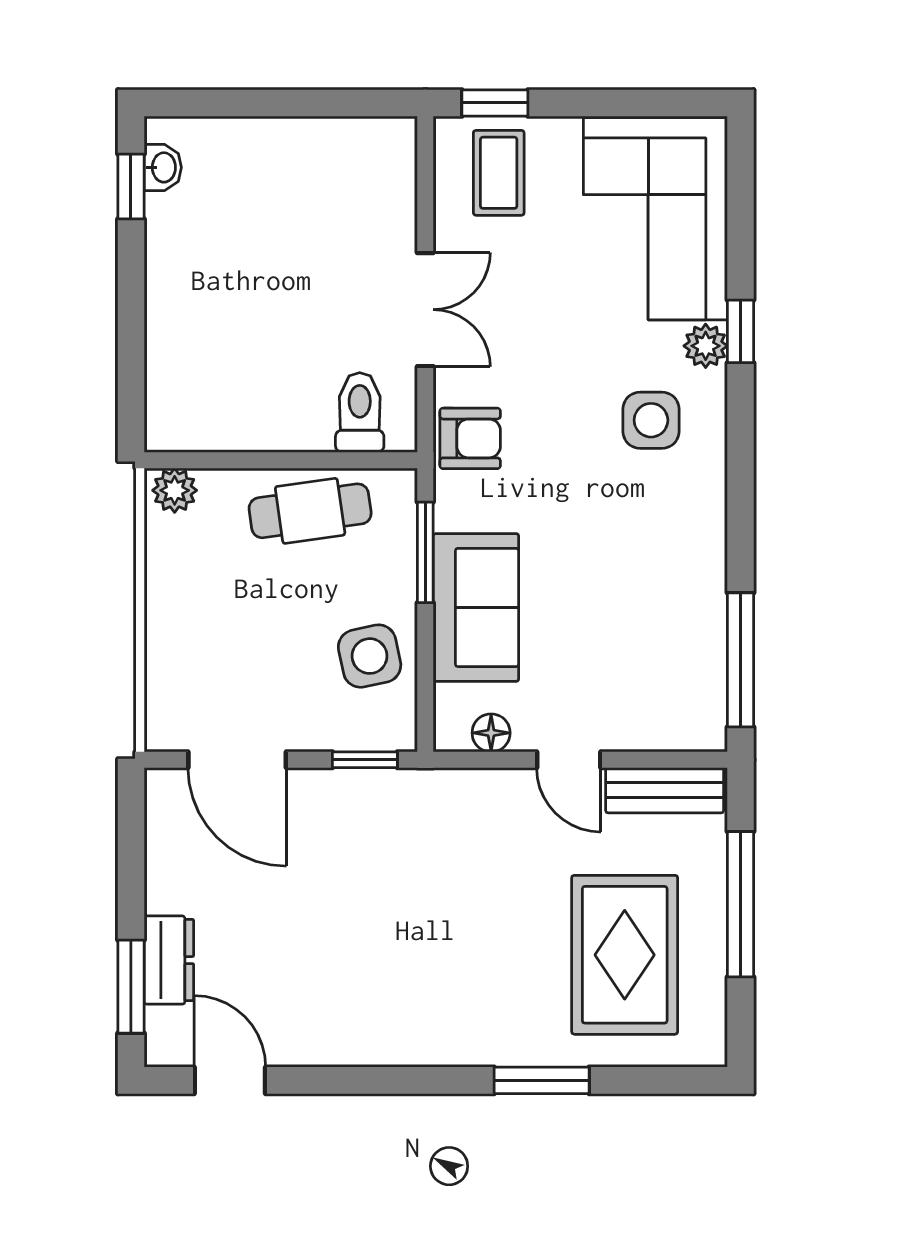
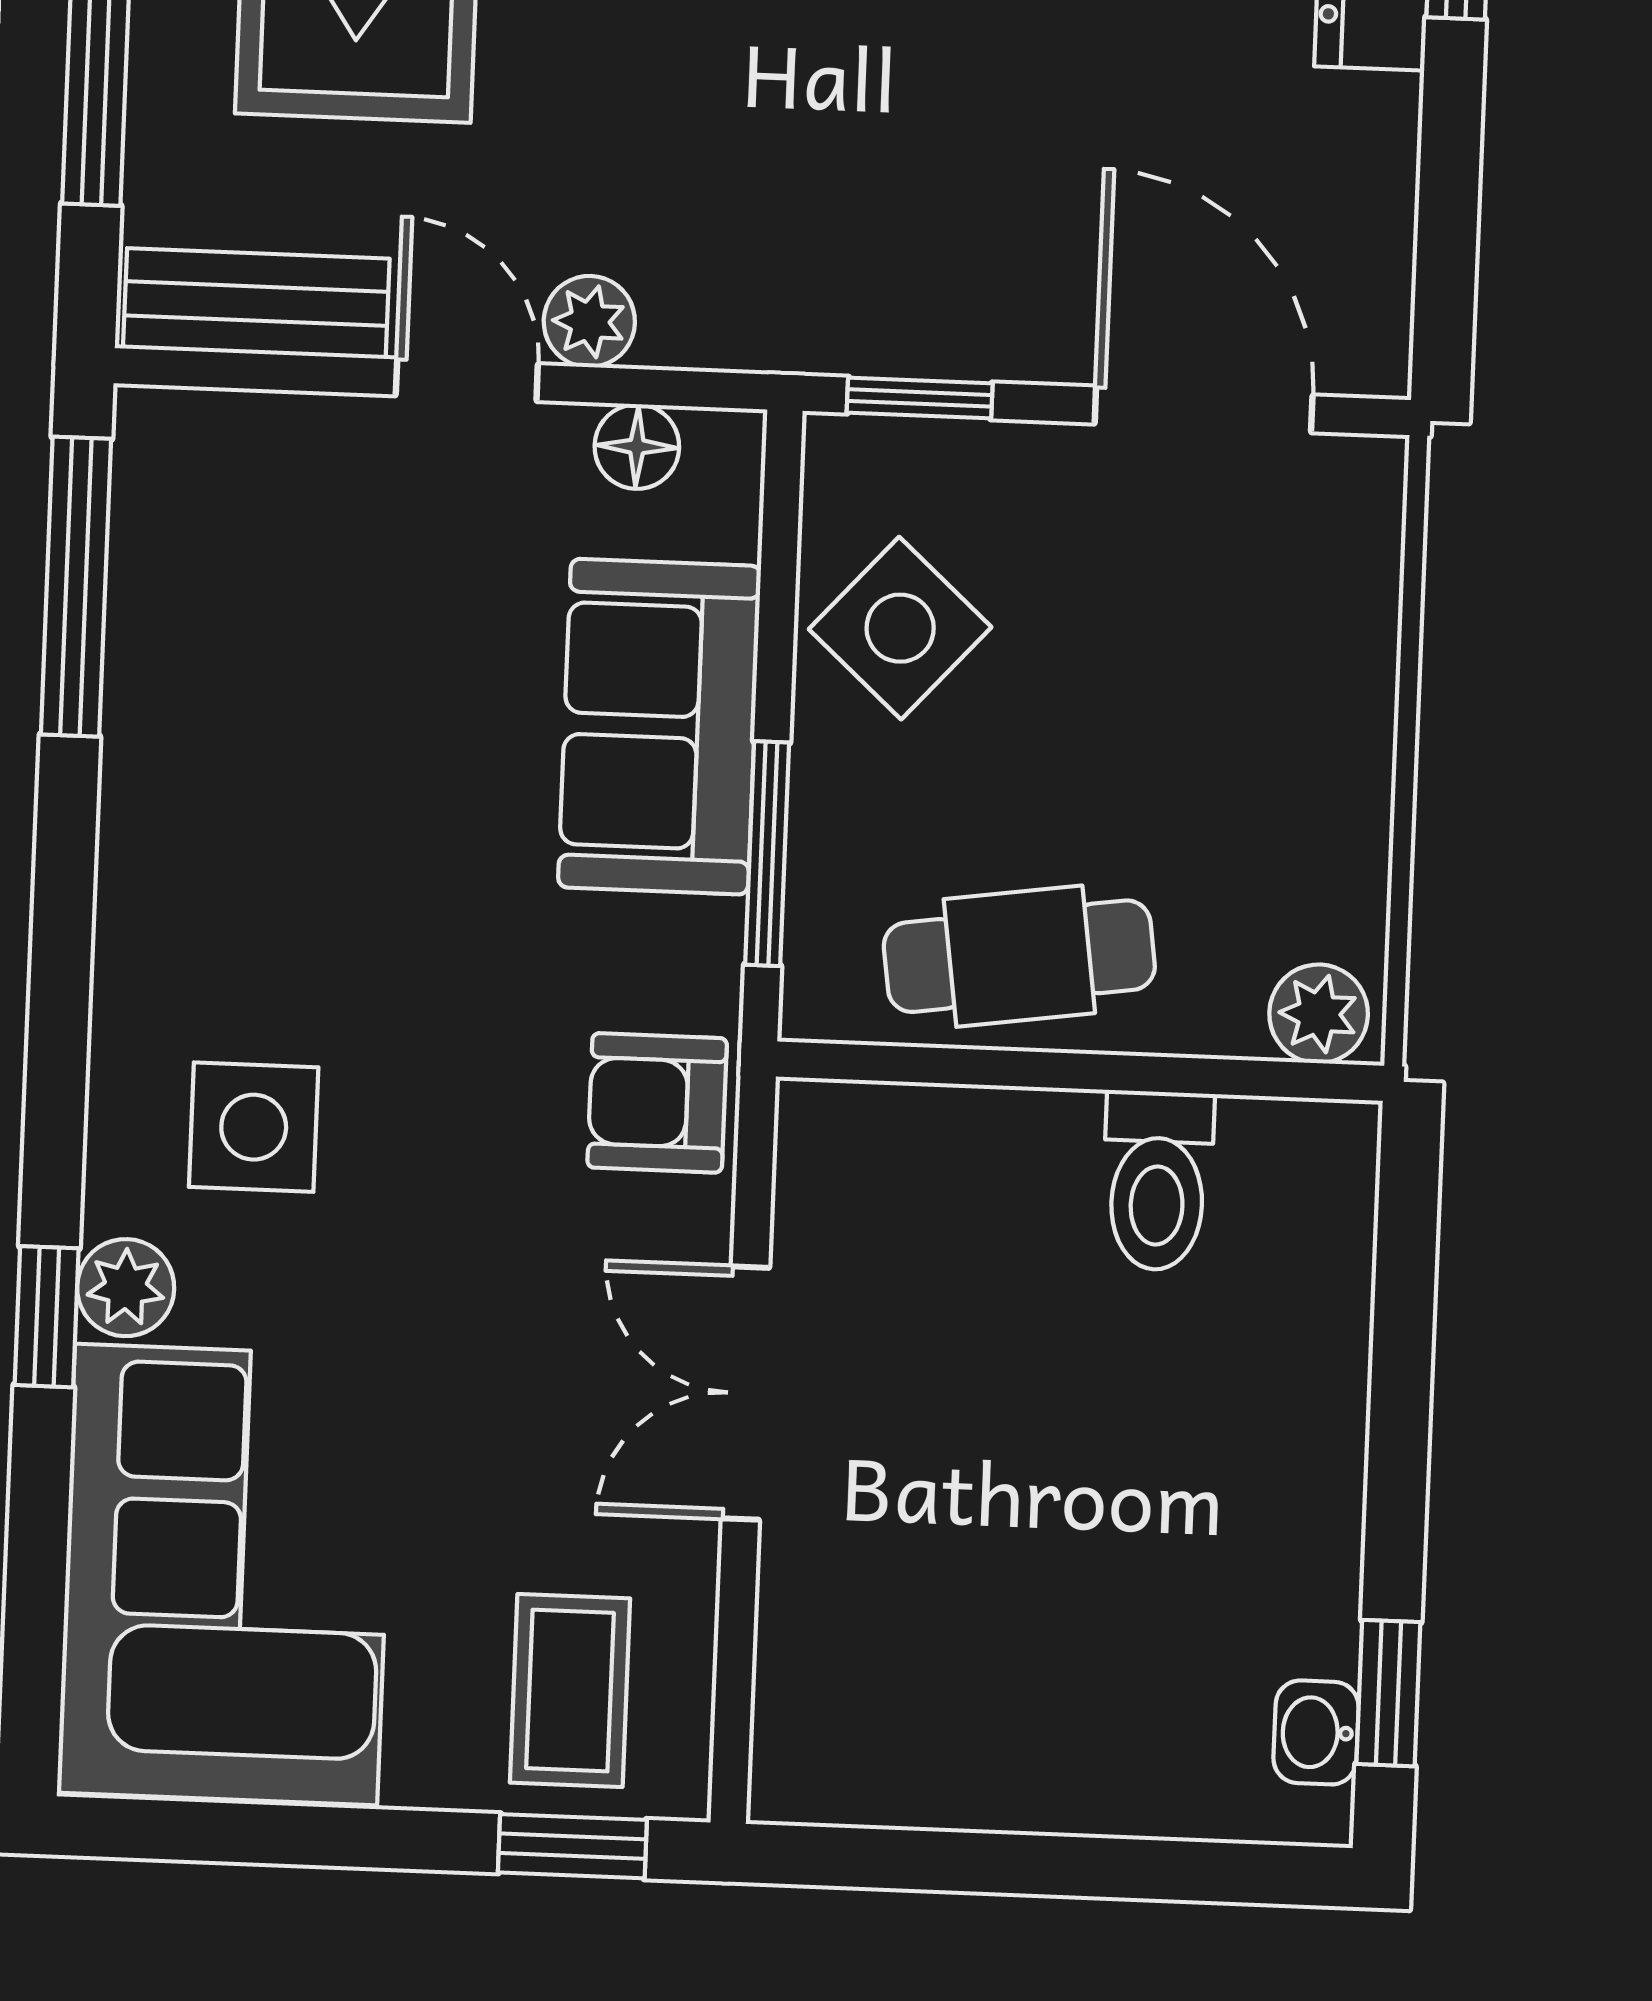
toilet: (360, 412) -> (1158, 1181), moved
side table: (370, 656) -> (900, 628), turned -36
plant: (515, 788) -> (589, 322), added

